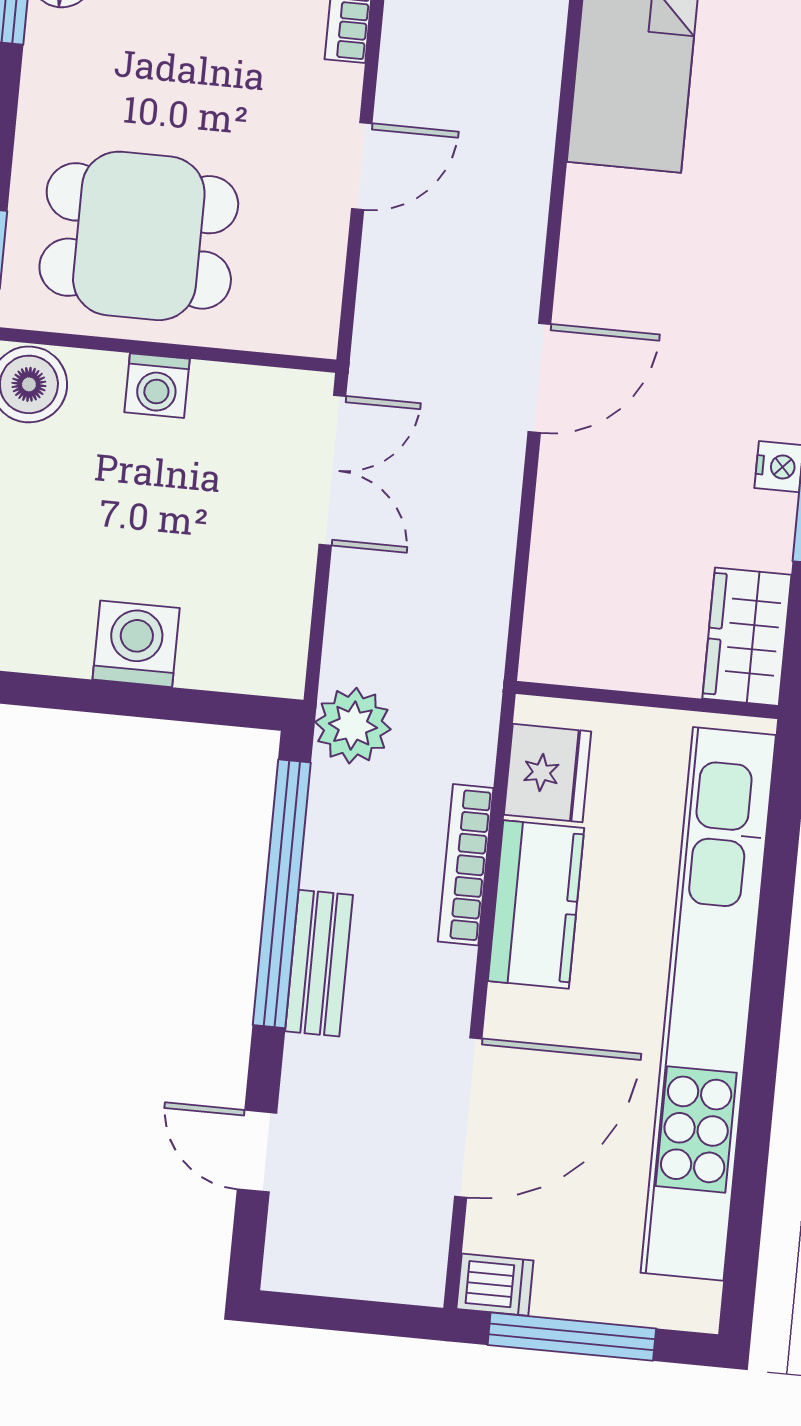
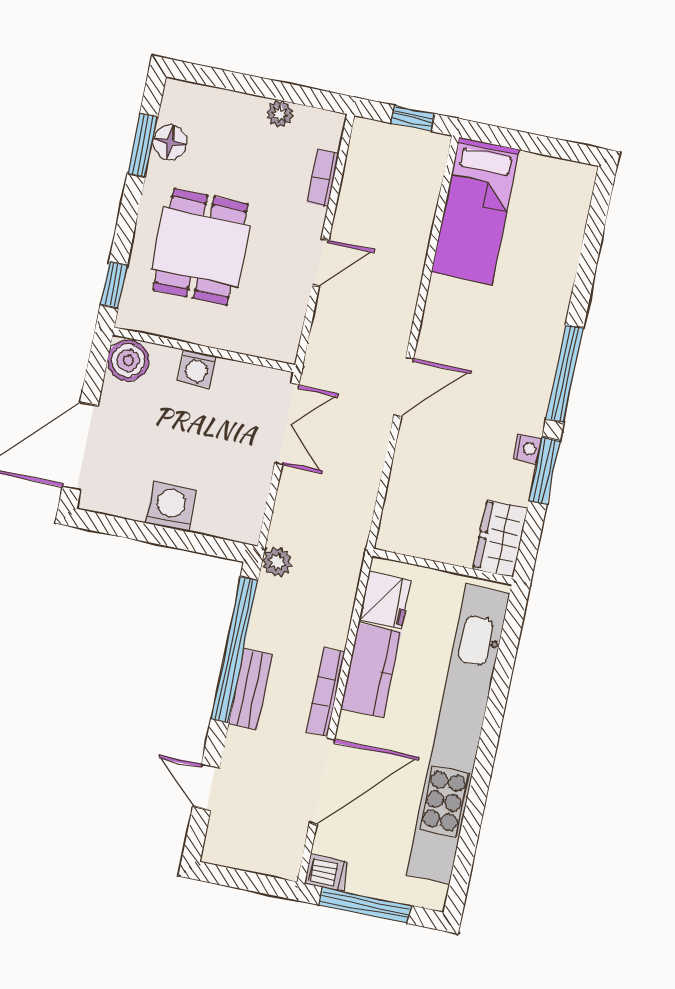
dining table: (139, 236) -> (200, 247), moved, turned 90
plant: (353, 726) -> (277, 562), width x0.73, depth x0.73
bookcase: (466, 865) -> (326, 692), moved

